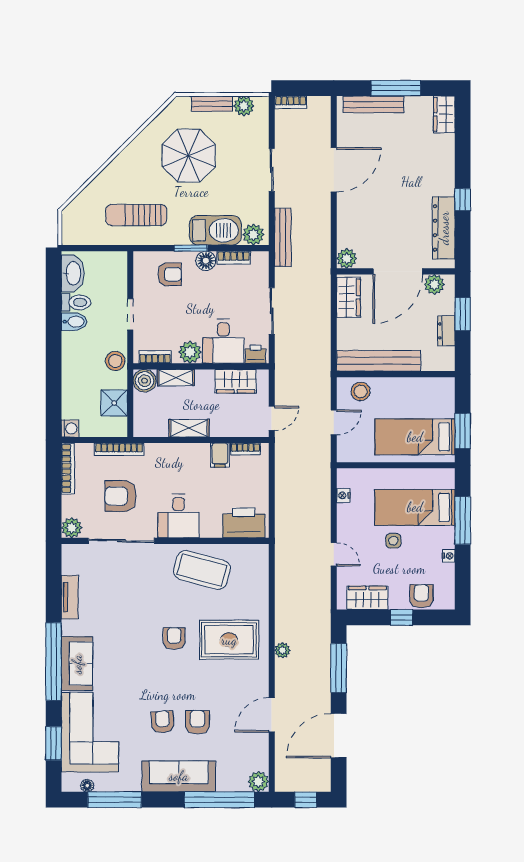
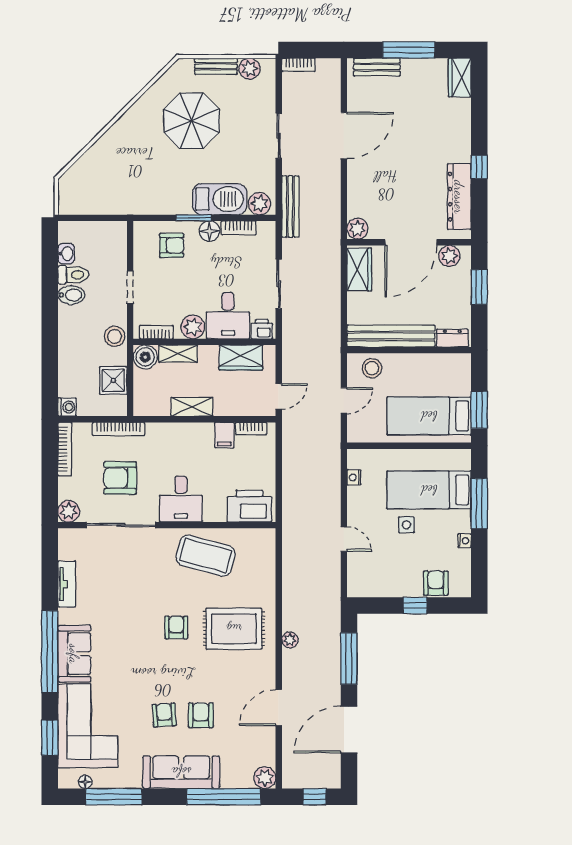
bench: (373, 104) -> (377, 67), width x0.73
sun lounger: (136, 215) -> (137, 183), removed
washbasin: (73, 273) -> (66, 254), width x0.52, depth x0.69
dresser: (446, 331) -> (452, 338), moved, turned 90
wardrobe: (367, 598) -> (379, 585), removed

